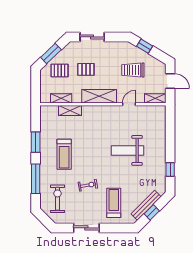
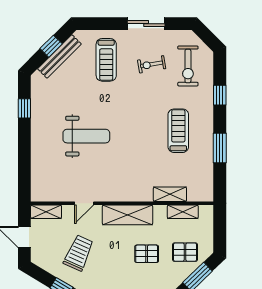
trolley: (133, 70) -> (79, 253), turned -66
window: (36, 179) -> (220, 95), width x0.46
exercise bike: (88, 185) -> (152, 64), moved

